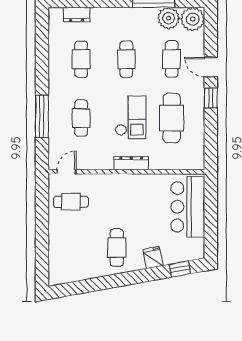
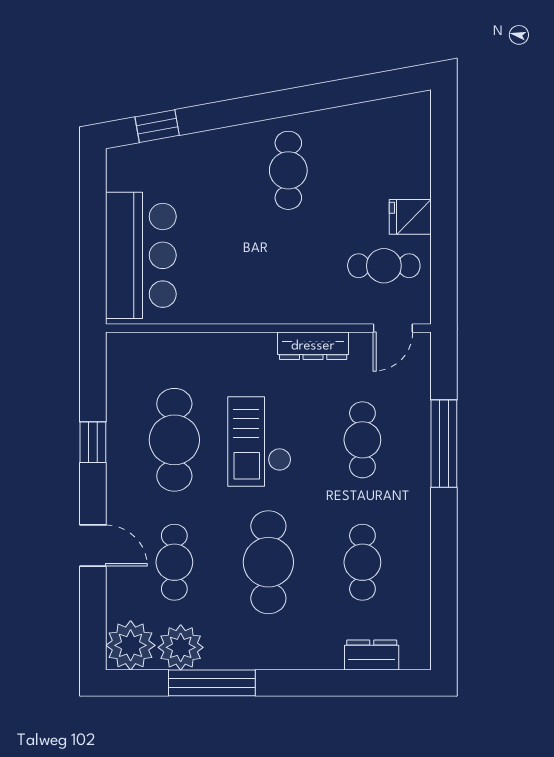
cafe table: (126, 59) -> (268, 562), width x1.37, depth x1.35
window: (211, 98) -> (93, 442), moved
dresser: (131, 163) -> (313, 346), moved
fridge: (153, 257) -> (410, 217), moved, turned 100

